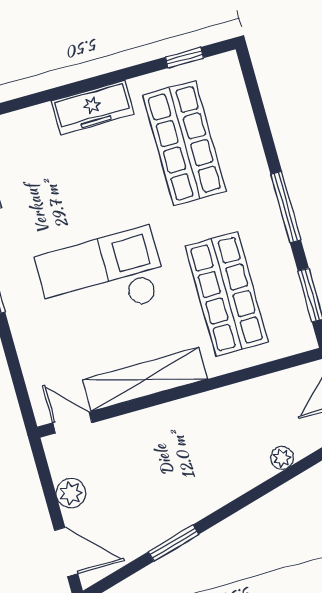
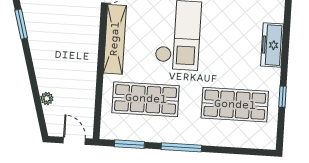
window: (184, 58) -> (282, 97), moved
freezer: (93, 108) -> (272, 45), moved

